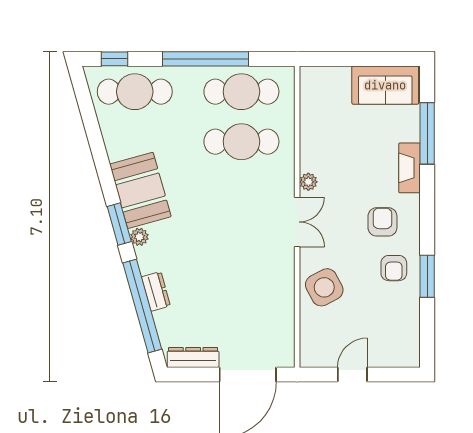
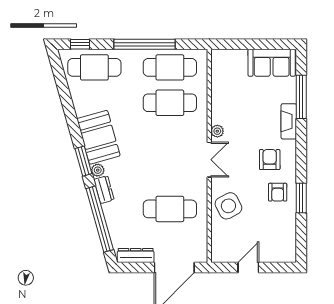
dresser: (156, 291) -> (104, 190), moved
cafe table: (241, 292) -> (170, 209), added

